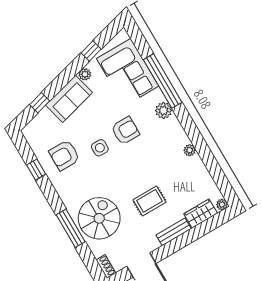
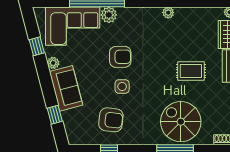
plant: (164, 110) -> (109, 15), moved
armchair: (125, 131) -> (120, 57), turned 89
armchair: (64, 155) -> (111, 120), turned -83
rug: (150, 201) -> (191, 71), turned 90

